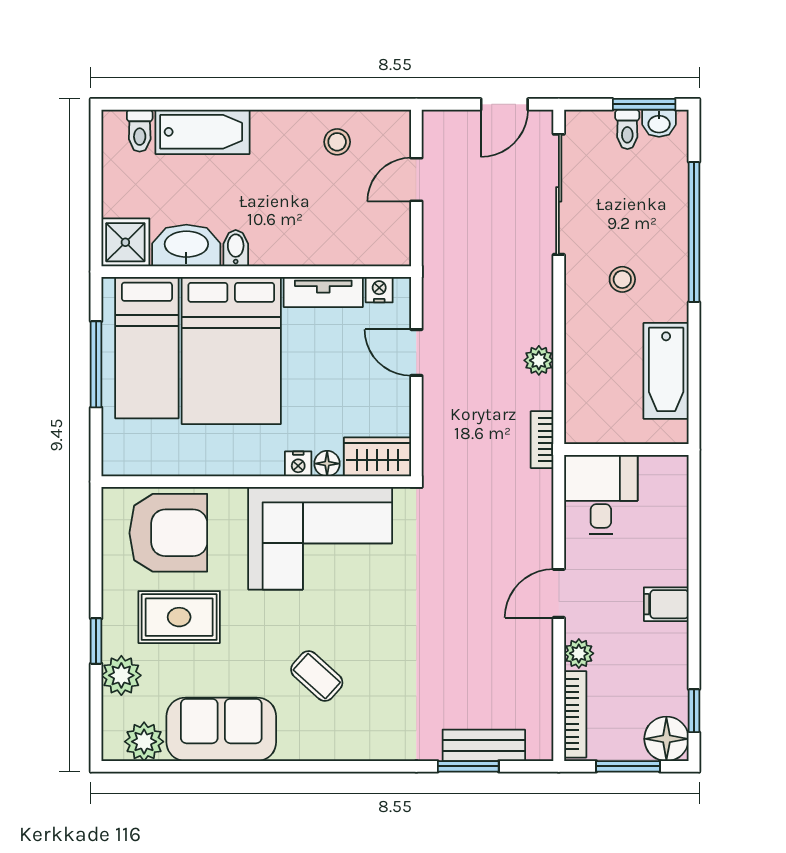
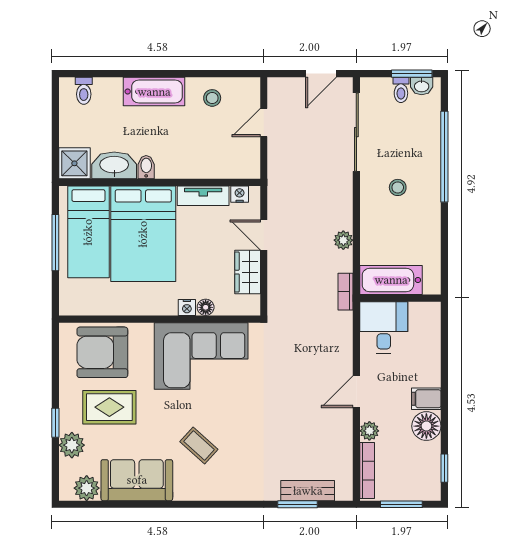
bathtub: (203, 132) -> (154, 92), moved
bathtub: (666, 371) -> (391, 280), moved, turned 90
wardrobe: (377, 457) -> (248, 272), moved, turned -90
armchair: (168, 533) -> (102, 352), turned 180
floor lamp: (666, 739) -> (426, 426), moved

